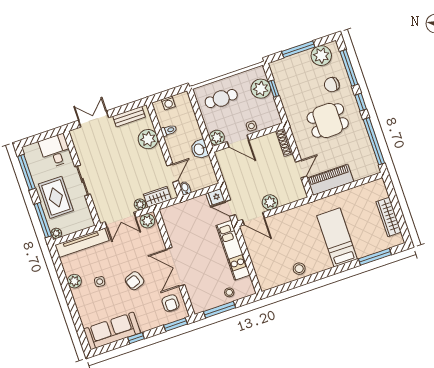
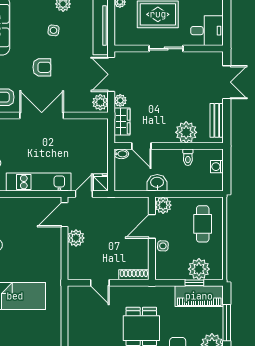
piano: (330, 180) -> (199, 296), moved, turned 90
armchair: (135, 281) -> (42, 67), turned 110

